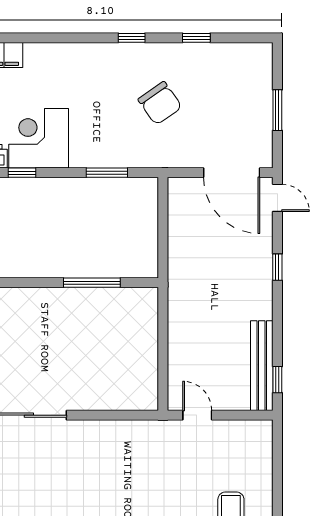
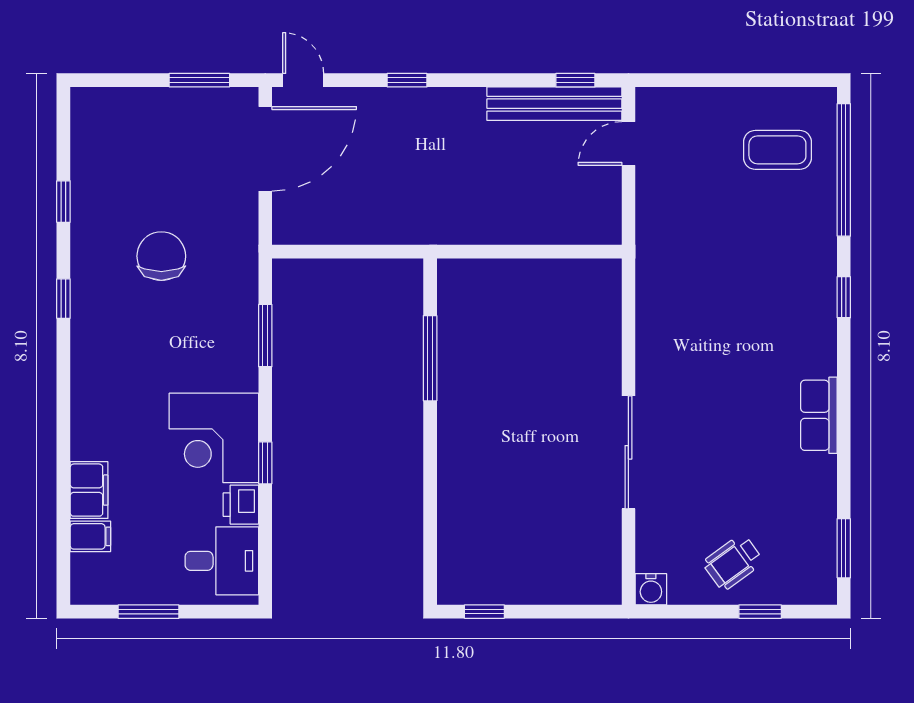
chair: (160, 103) -> (161, 256), turned -55
window: (277, 110) -> (199, 80), moved
door: (277, 198) -> (303, 80), hinge flipped
door: (197, 415) -> (628, 144), moved

